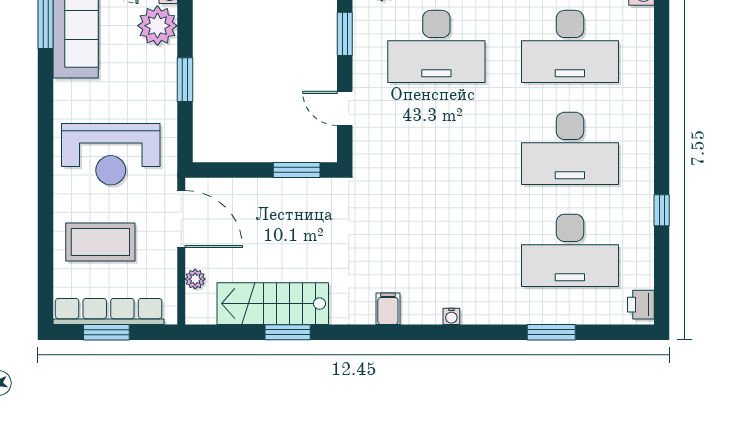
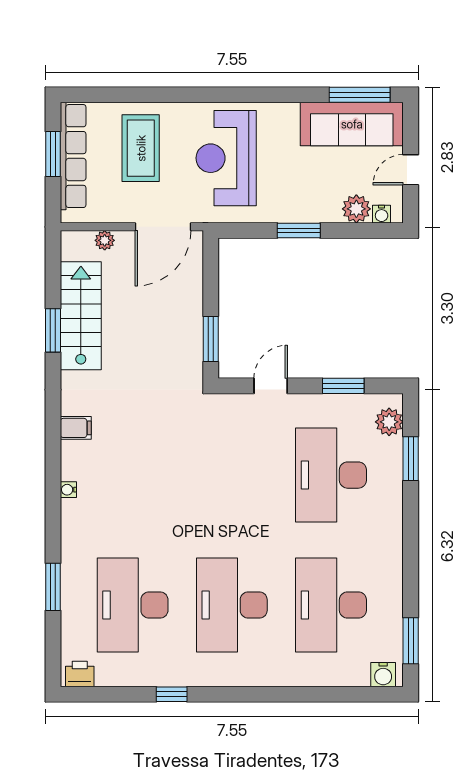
plant: (157, 26) -> (356, 209), width x0.73, depth x0.73

